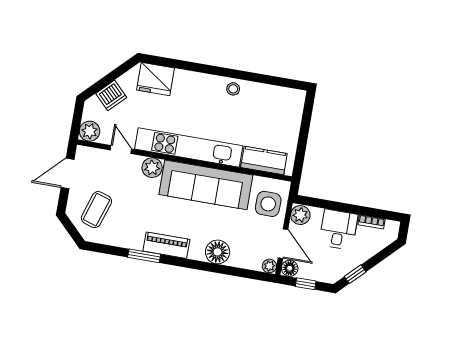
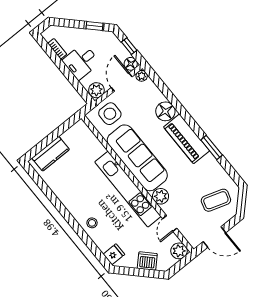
fridge: (155, 79) -> (114, 254), width x0.53, depth x0.75
stool: (233, 89) -> (92, 223), moved
kitchen counter: (264, 161) -> (51, 154), moved, turned -90
piano: (166, 245) -> (187, 139), width x1.37, depth x1.33

